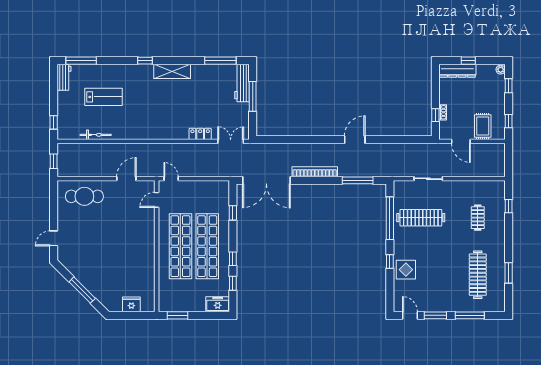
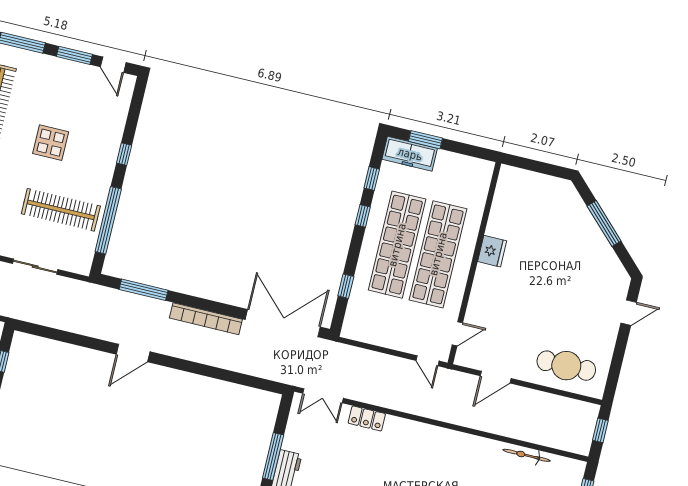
display table: (406, 270) -> (51, 143), moved
fridge: (131, 304) -> (492, 251), moved, turned -90
freezer: (218, 304) -> (410, 154), width x1.40
window: (177, 315) -> (426, 140), moved

